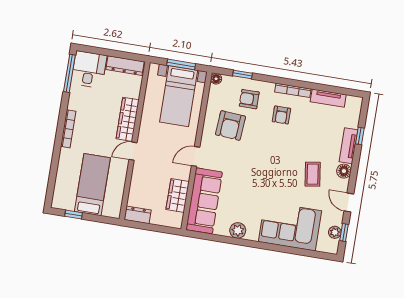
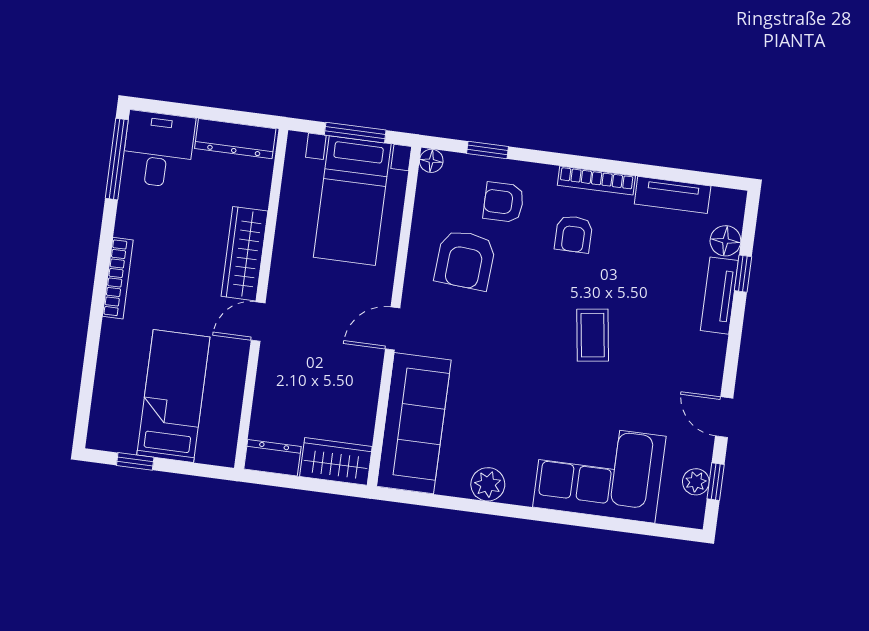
floor lamp: (344, 171) -> (725, 241), moved
coffee table: (313, 174) -> (593, 335), moved
wardrobe: (178, 195) -> (336, 461), moved, turned 90

